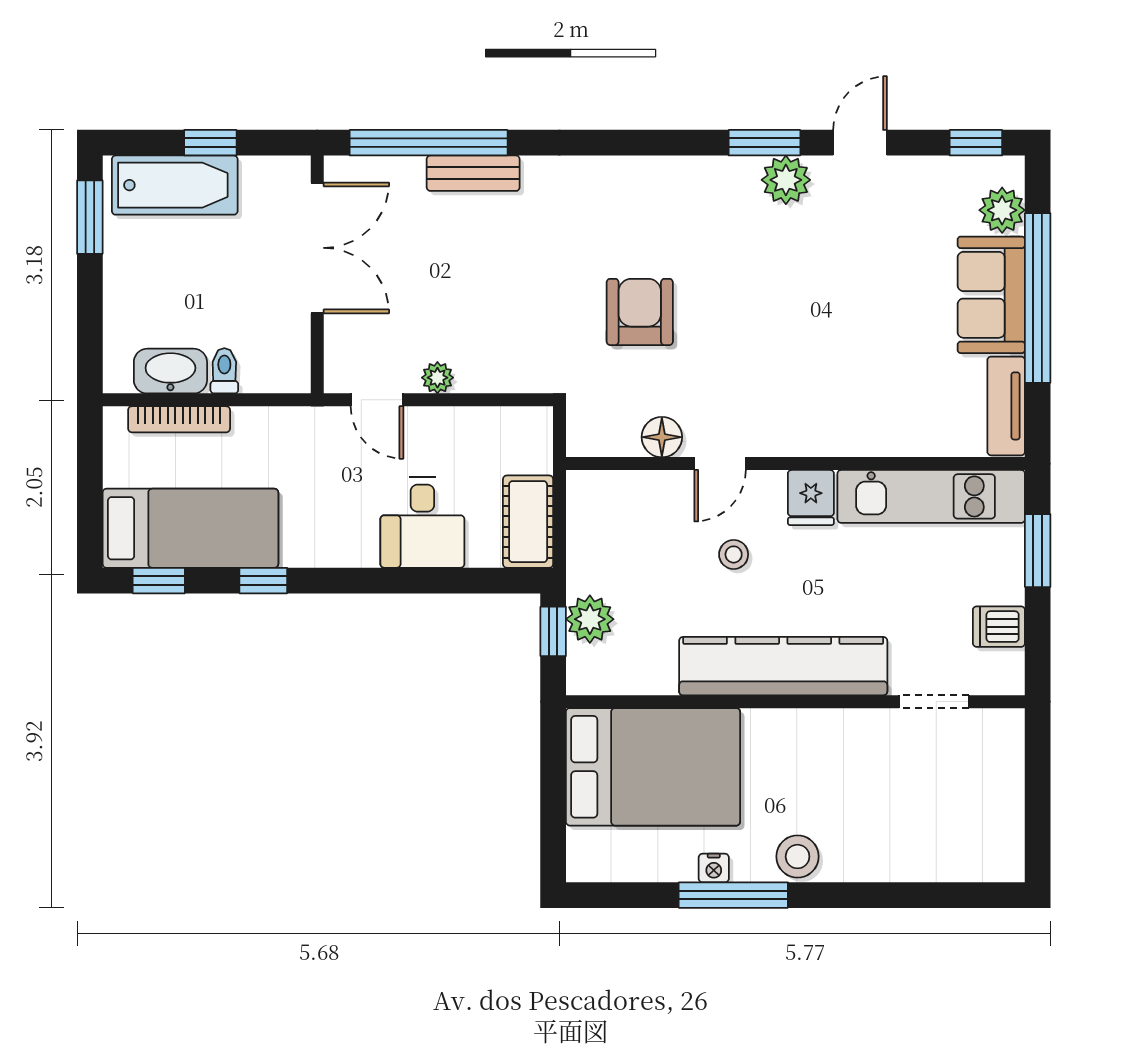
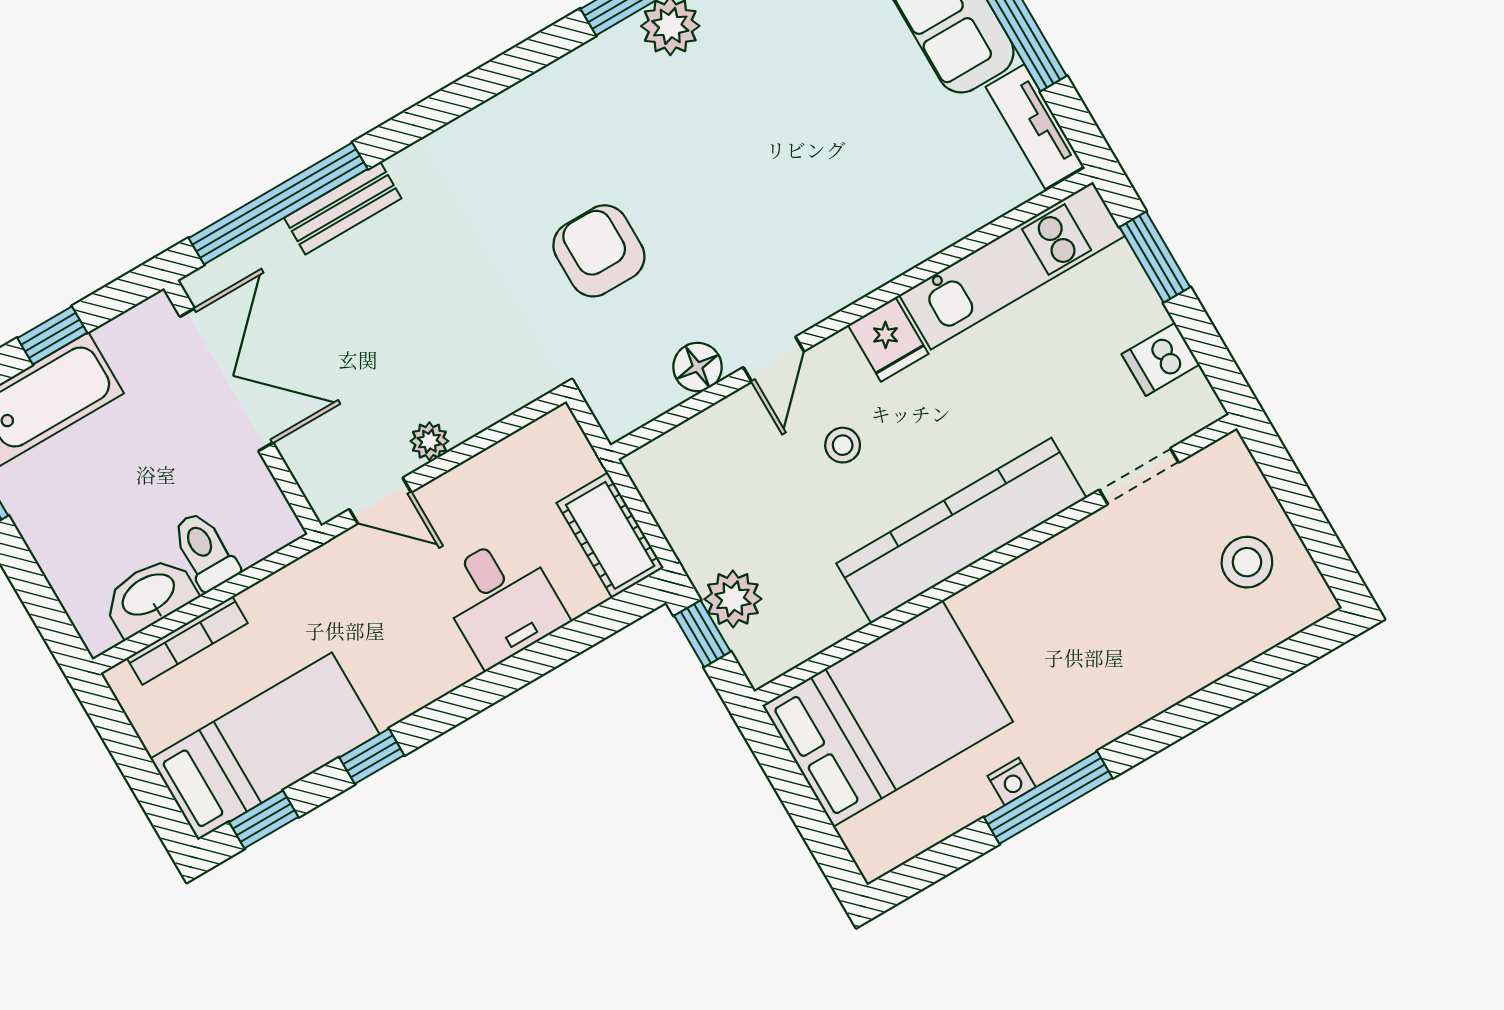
toilet: (224, 371) -> (205, 551), width x1.37, depth x1.39
stool: (798, 857) -> (1247, 562), moved

